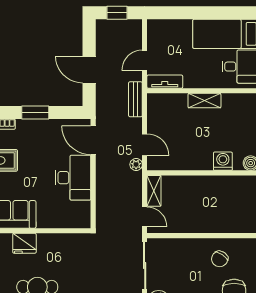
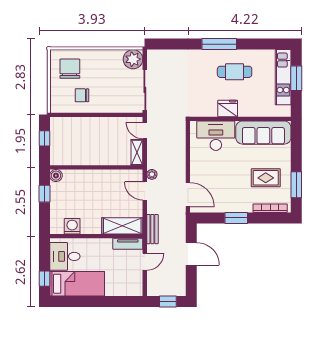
shelving: (204, 101) -> (122, 226), moved, width x1.50, depth x1.33
washing machine: (223, 161) -> (72, 226), moved, turned 180
desk: (73, 178) -> (216, 136), moved, turned 90
fridge: (24, 243) -> (228, 108), moved
chair: (220, 259) -> (82, 95), turned -125

